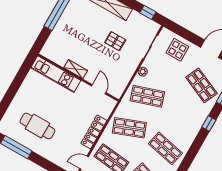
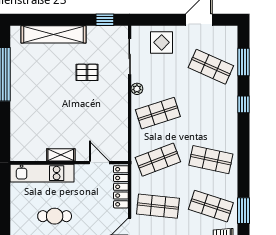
shelving: (76, 69) -> (61, 155), moved
kitchen unit: (56, 74) -> (42, 173), moved
wall: (78, 78) -> (69, 163), moved
door: (99, 89) -> (99, 163), moved
cafe table: (37, 126) -> (55, 216), width x0.73, depth x0.74

